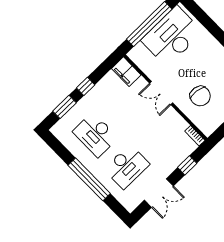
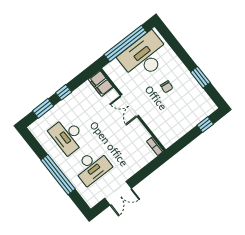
chair: (200, 96) -> (167, 87), moved, width x0.54, depth x0.54
window: (187, 165) -> (145, 172), removed

